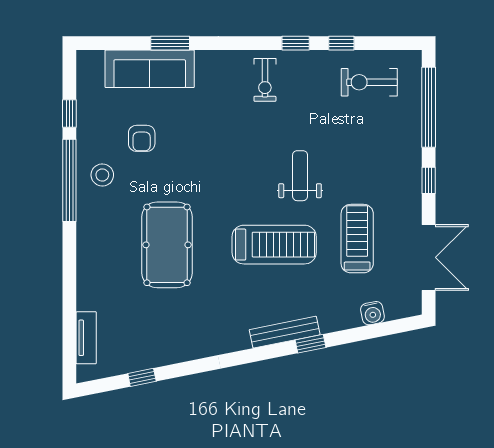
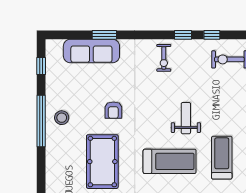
window: (69, 114) -> (41, 66), moved
armchair: (142, 138) -> (113, 110), moved

